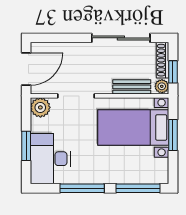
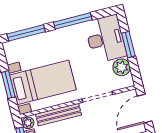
bench: (132, 87) -> (58, 115), width x1.36
plant: (40, 107) -> (122, 67), moved

